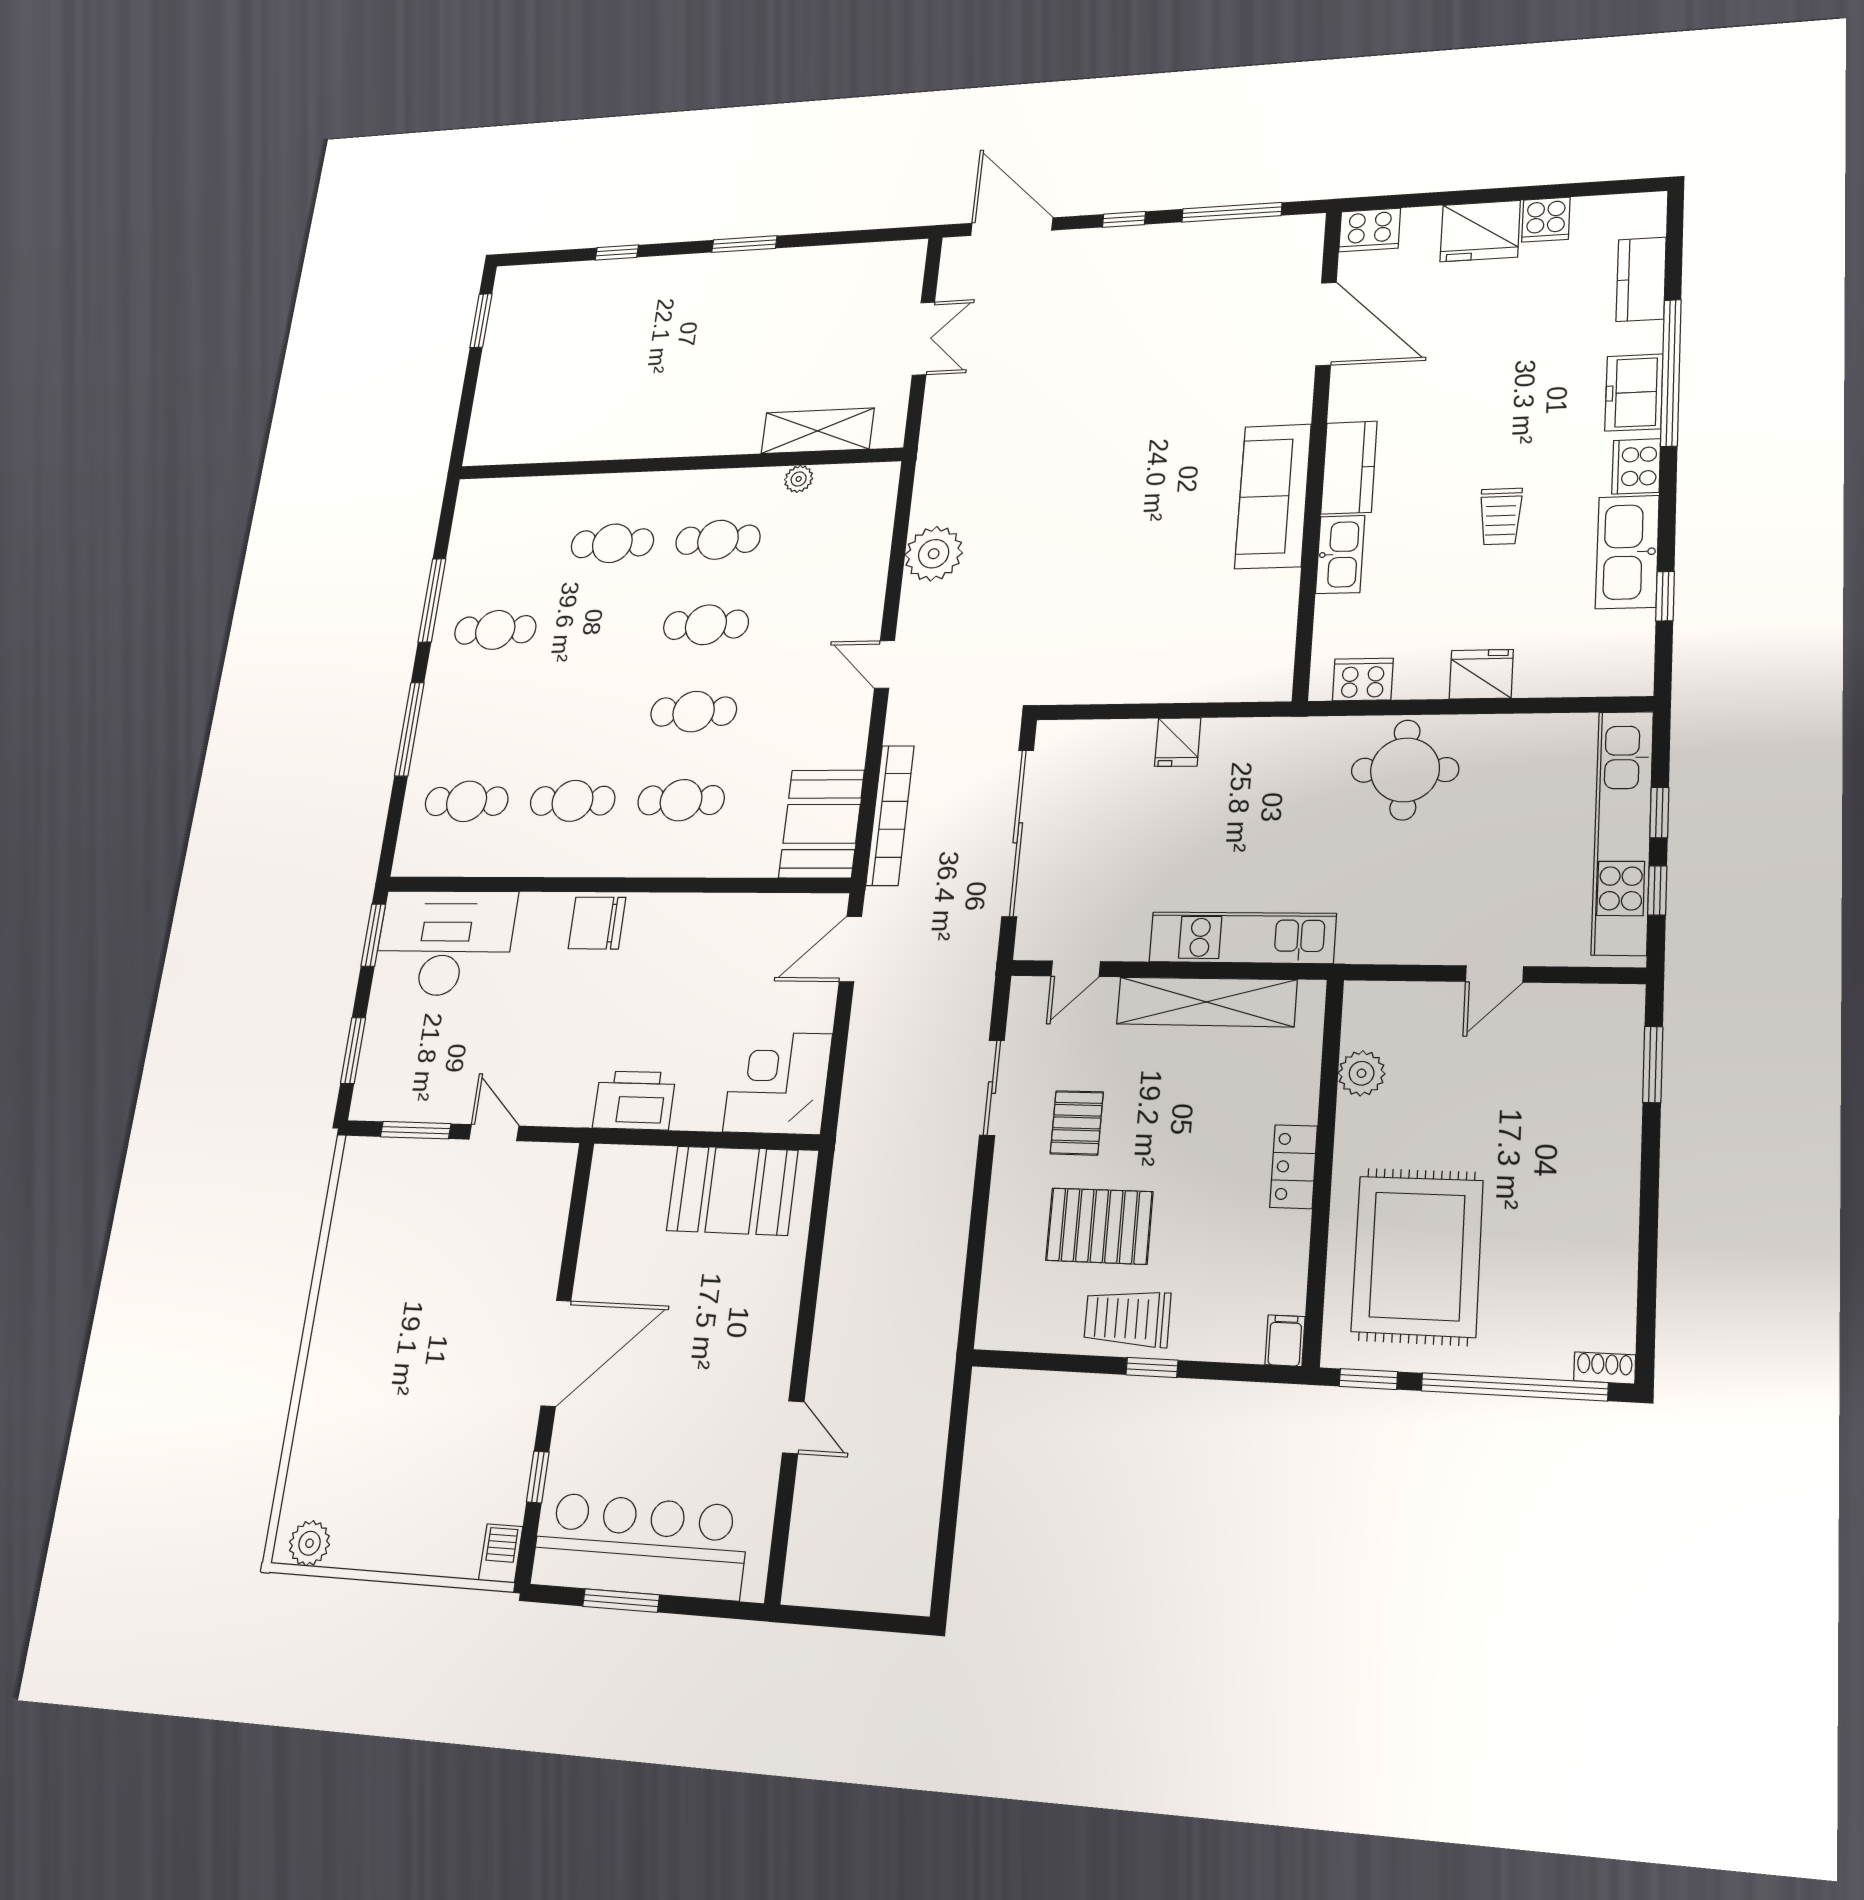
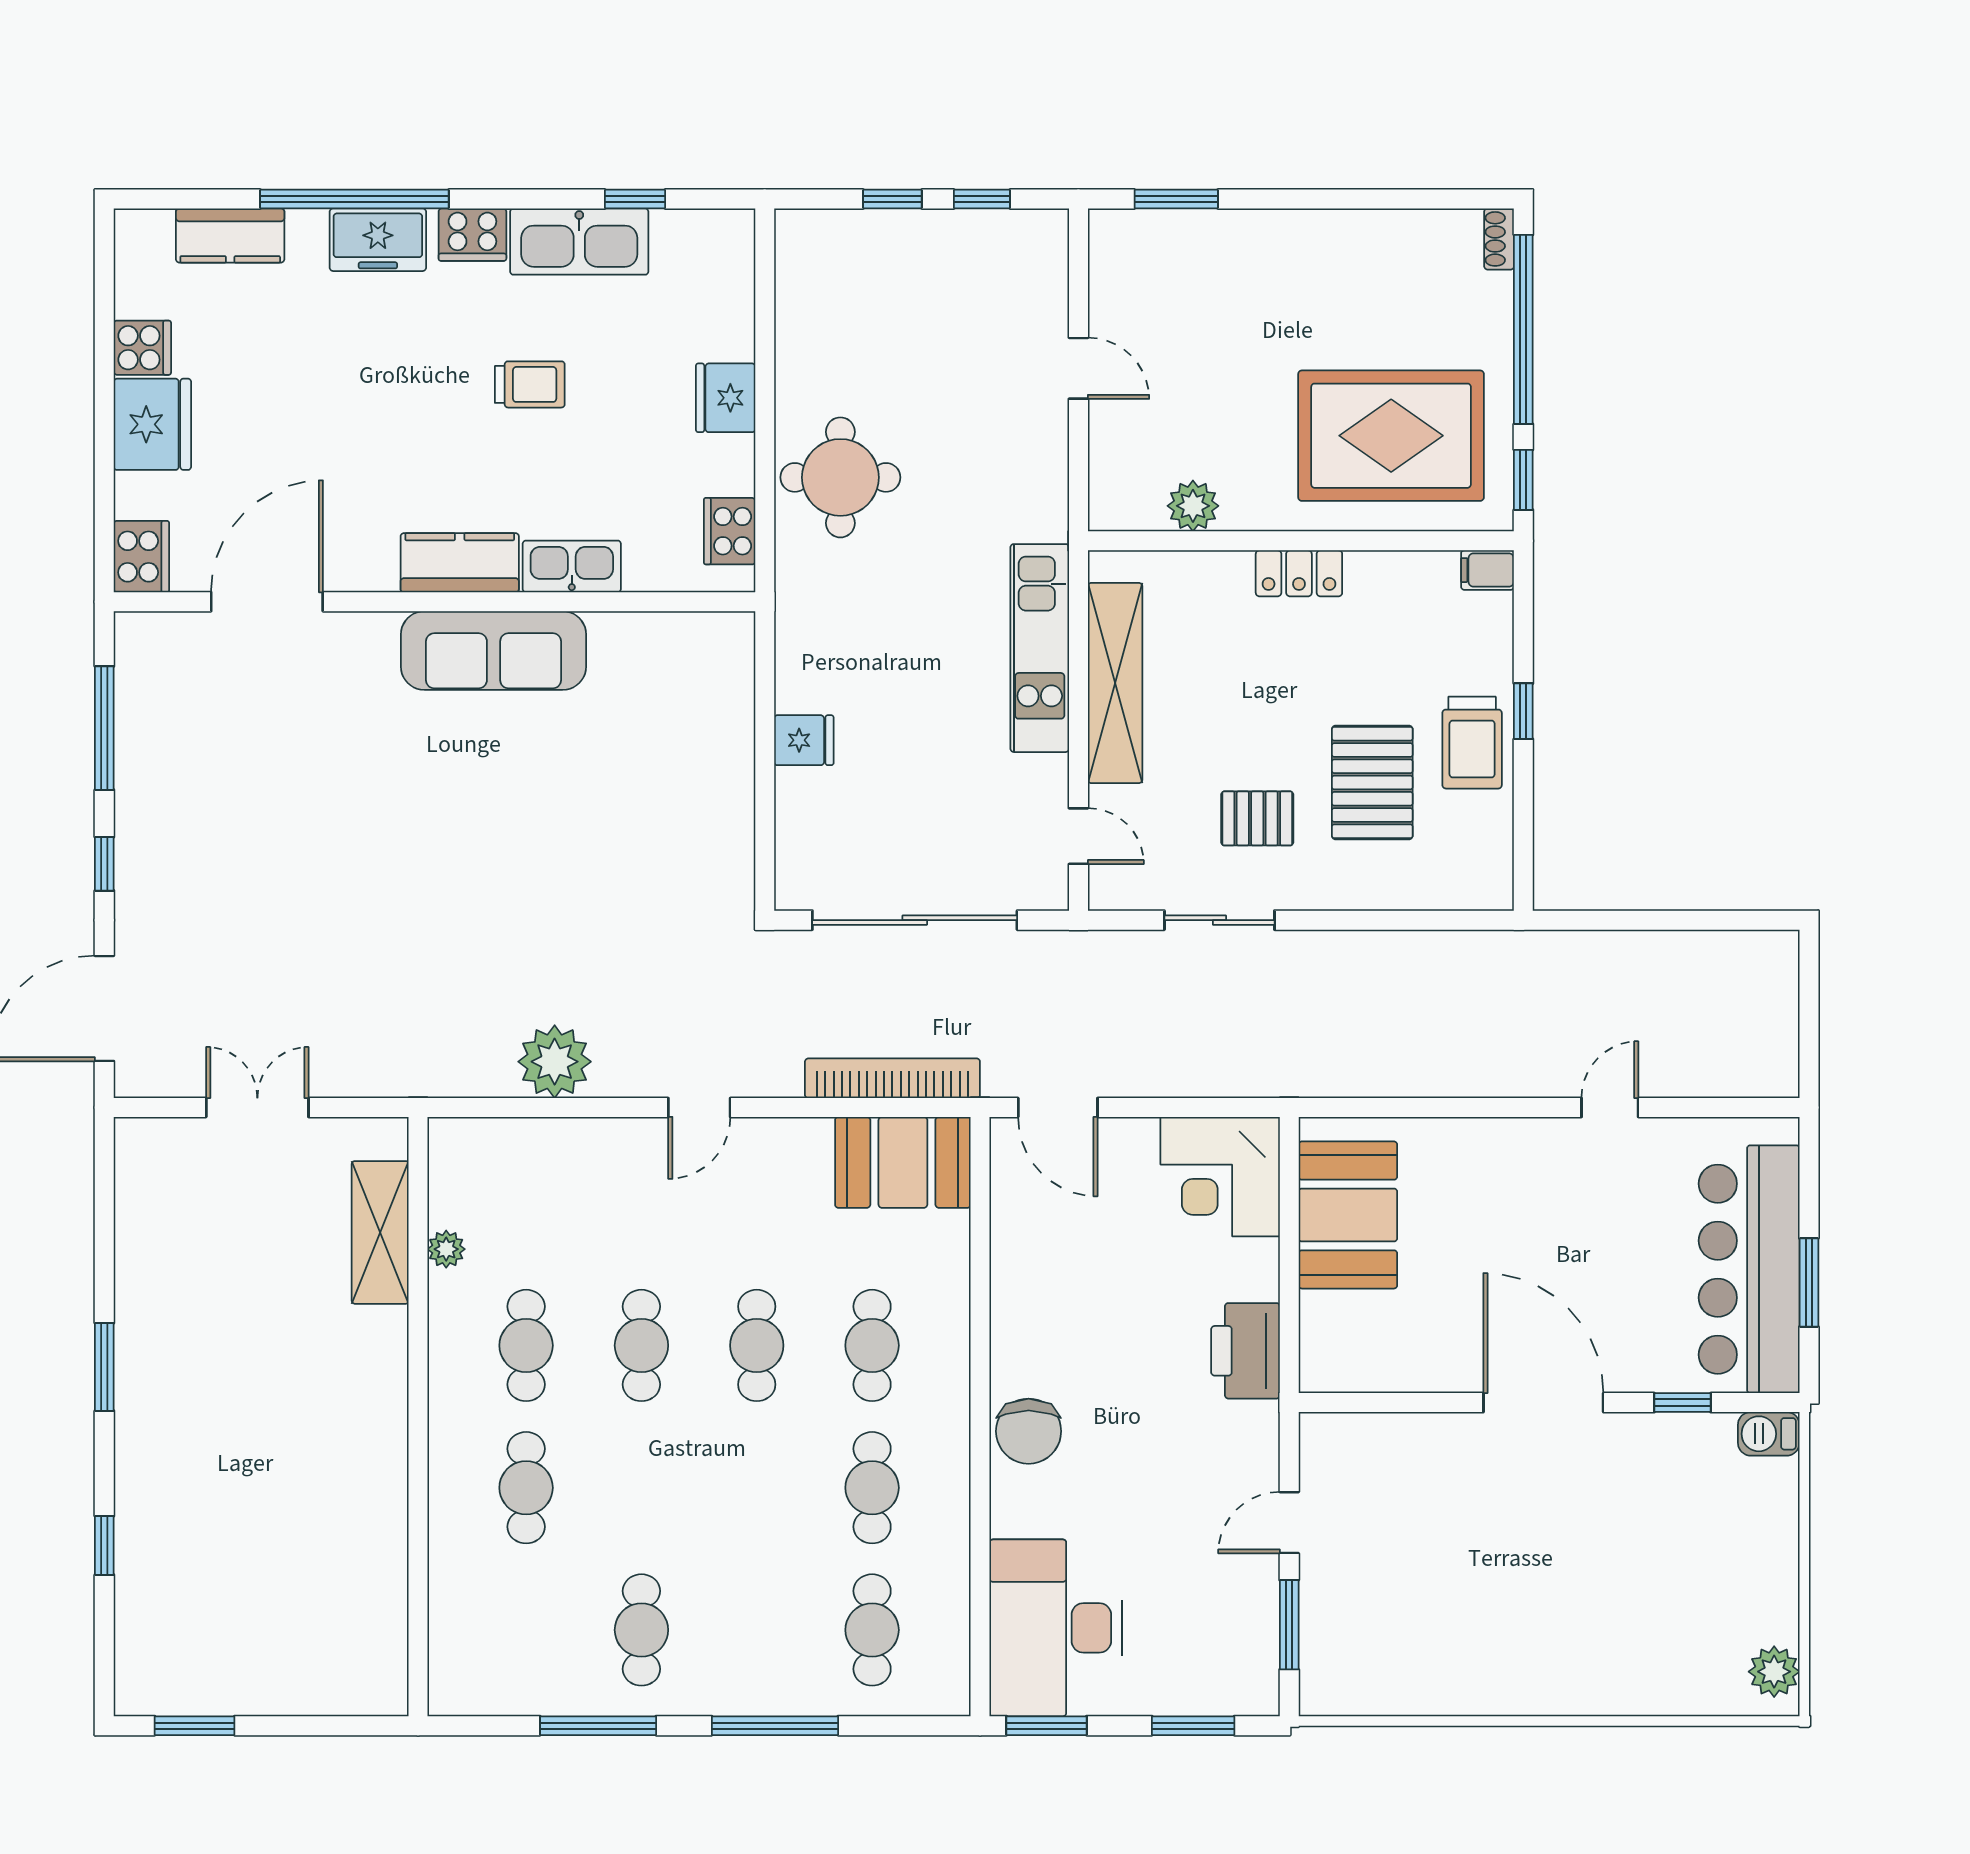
kitchen unit: (1622, 832) -> (915, 237), removed

